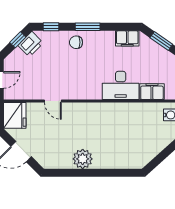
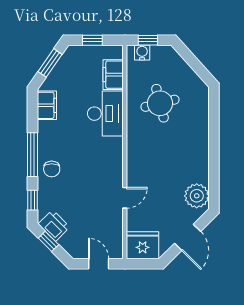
window: (88, 27) -> (32, 155), width x1.44
round table: (129, 129) -> (160, 103), added
plant: (83, 159) -> (197, 196), moved

